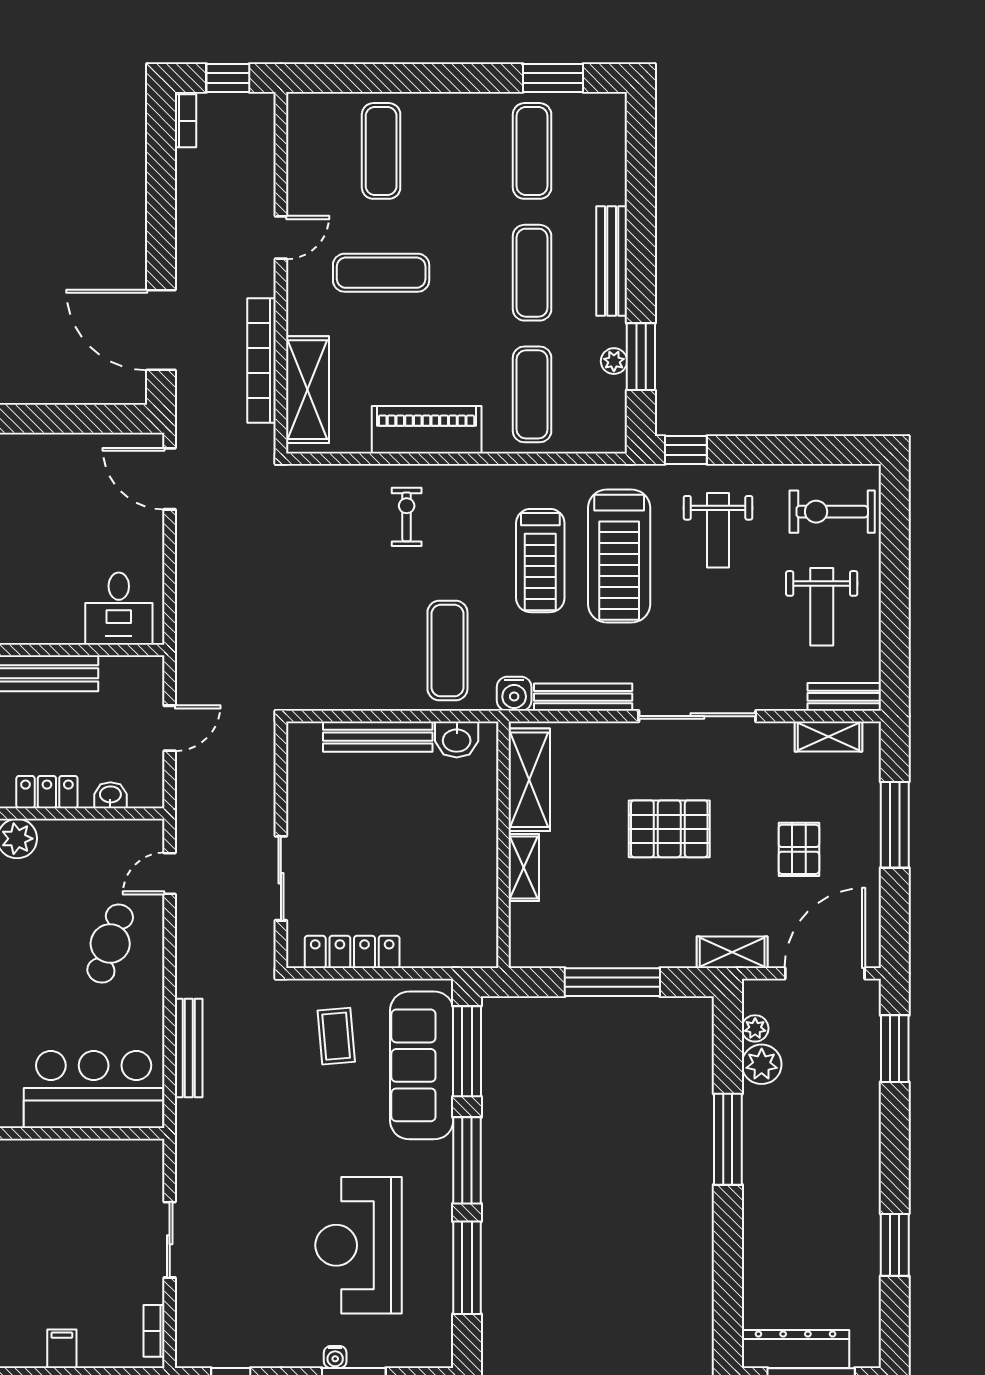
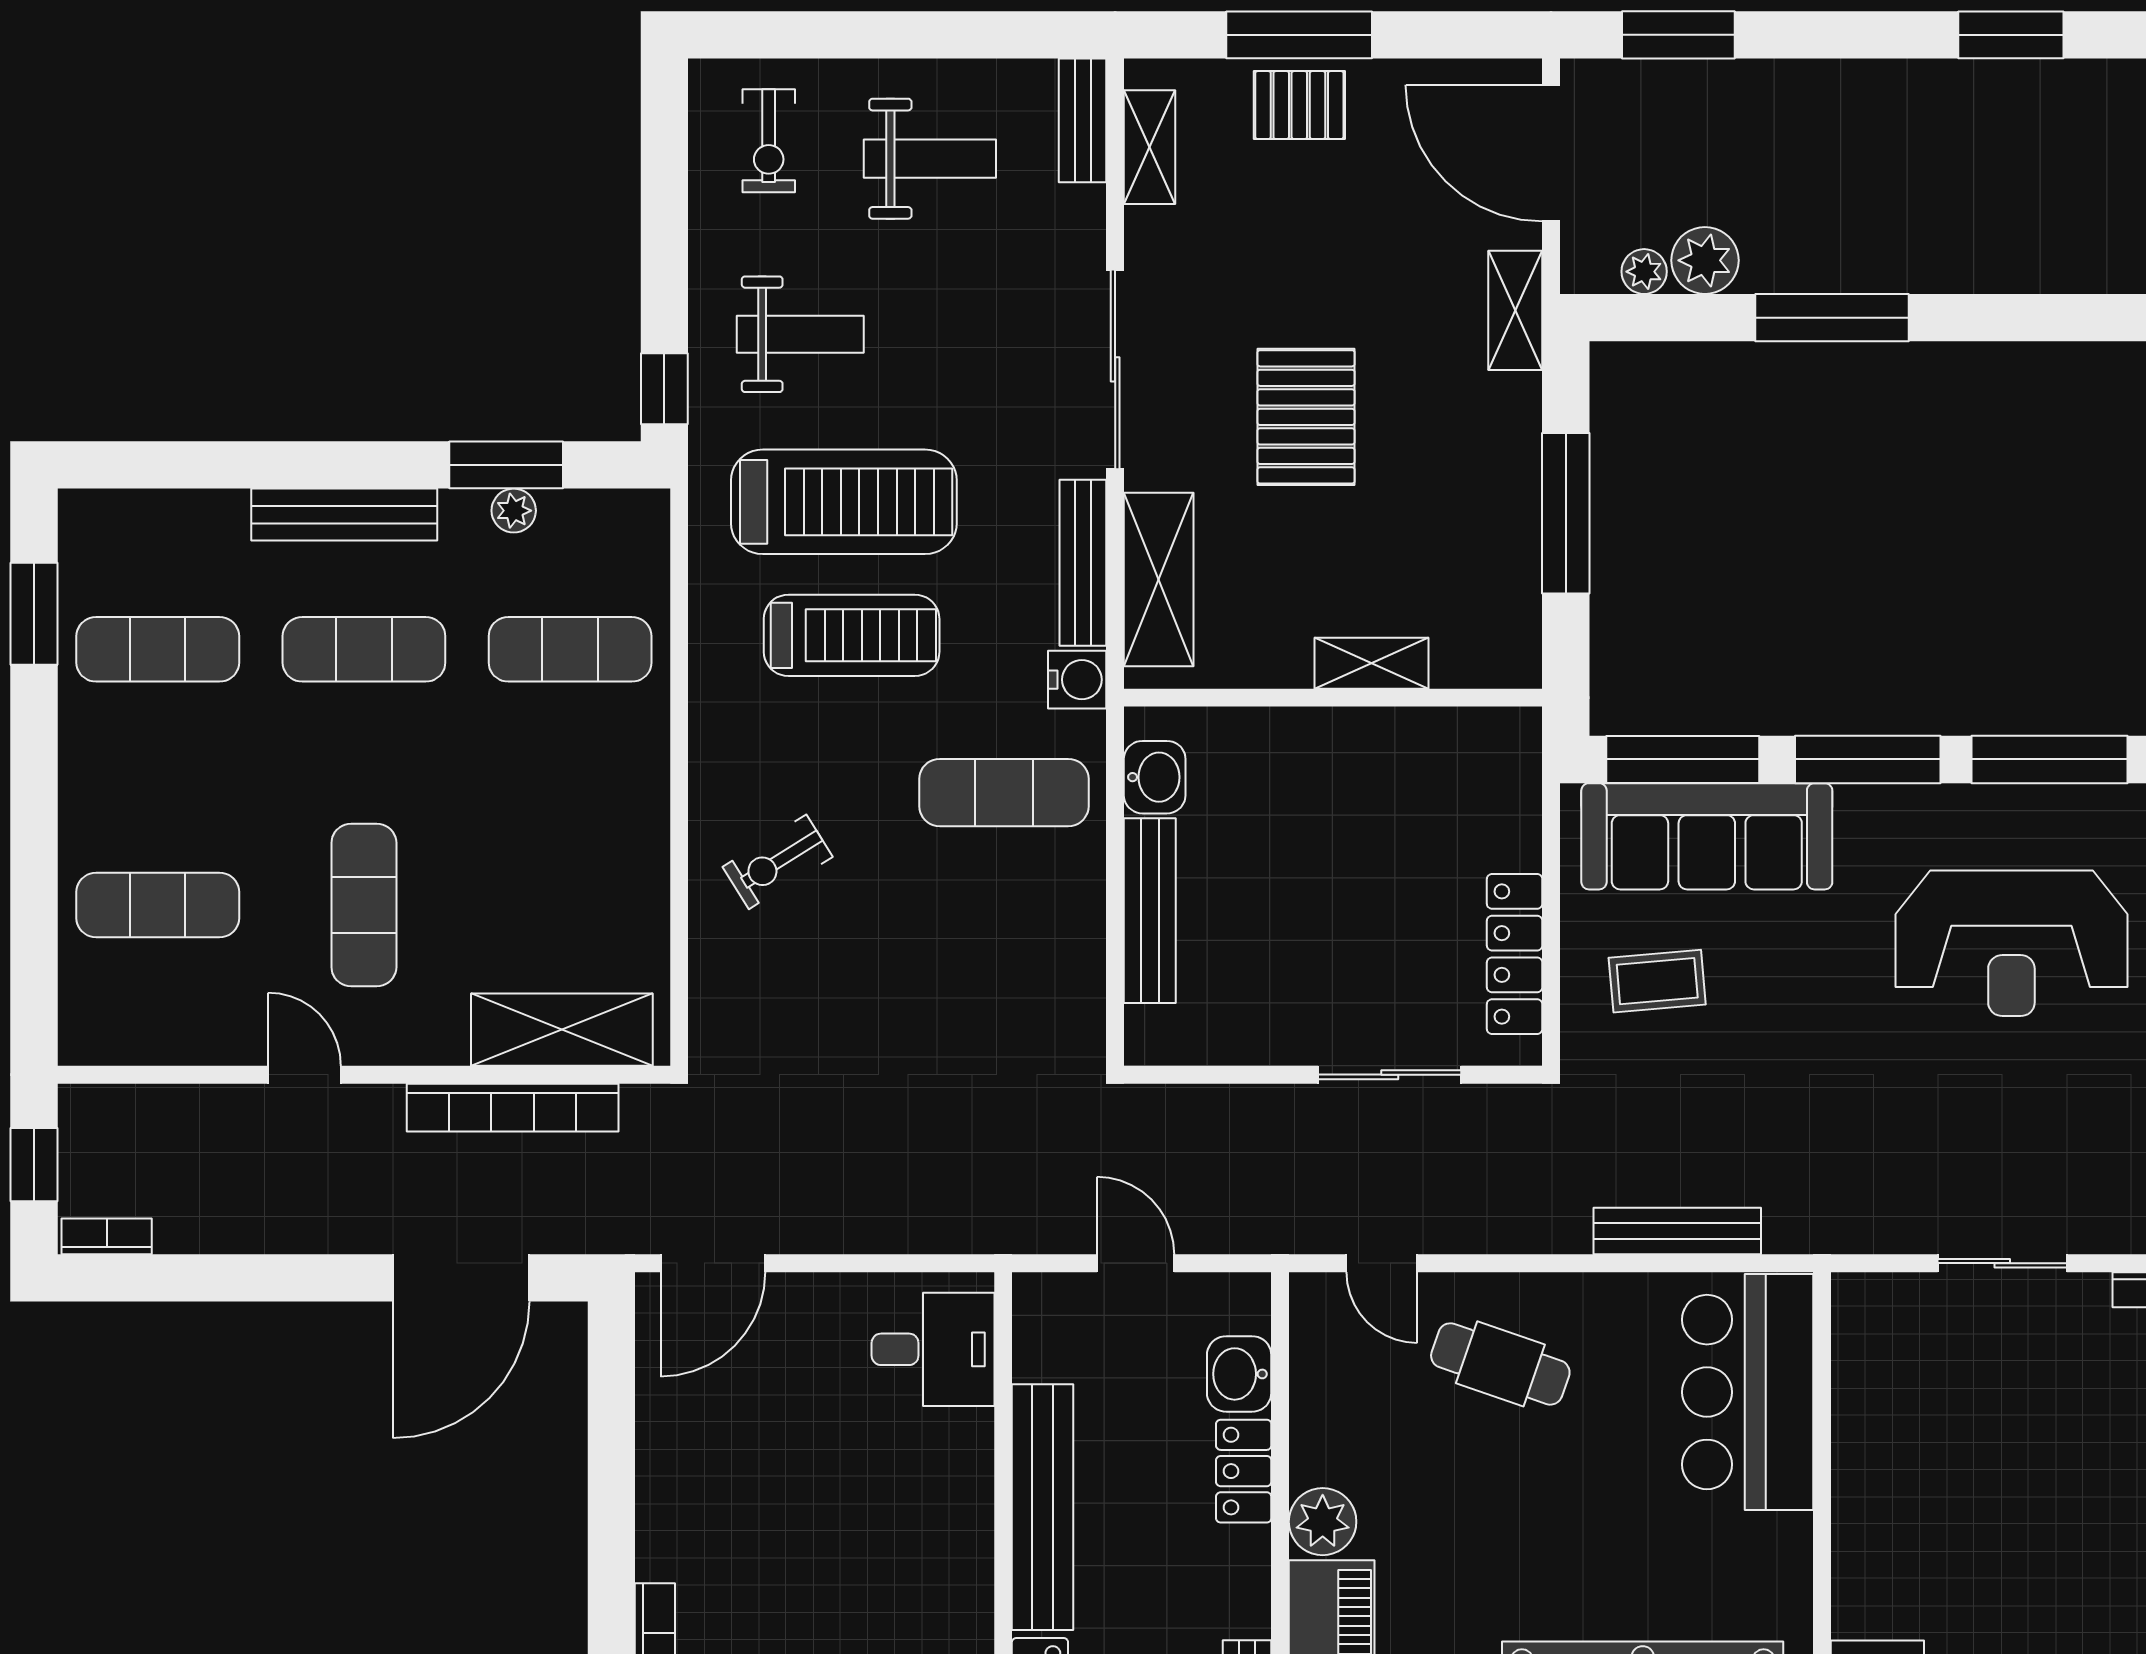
piano: (427, 430) -> (630, 828), removed
exercise bike: (832, 512) -> (769, 141), width x0.73, depth x0.72
exercise bike: (407, 517) -> (778, 862), turned -32
shelving: (529, 780) -> (1159, 580), moved, turned 90
washbasin: (110, 795) -> (1239, 1374), width x1.38, depth x1.45
pallet: (799, 849) -> (1299, 105), moved

